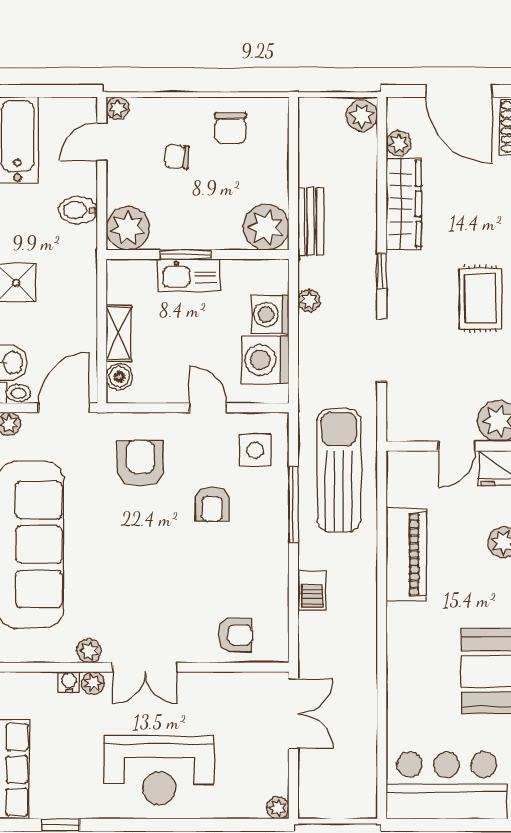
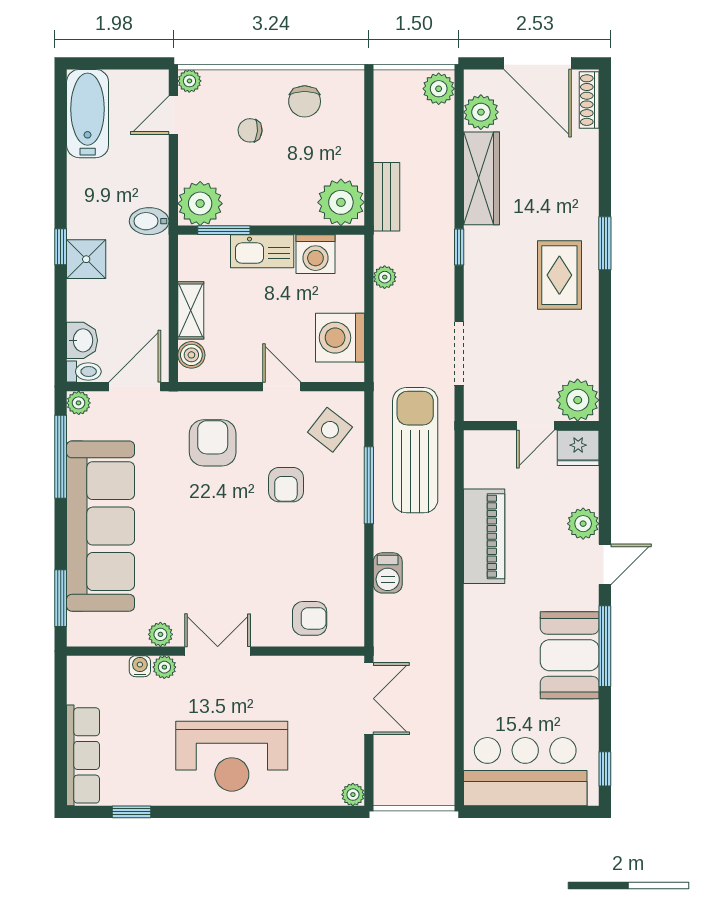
plant: (399, 143) -> (481, 112), width x1.38, depth x1.38
bidet: (78, 210) -> (149, 221), moved
window: (185, 255) -> (224, 230), moved
washing machine: (270, 314) -> (315, 254), moved, turned -90
doorway: (382, 350) -> (459, 354), moved
side table: (255, 450) -> (330, 430), turned 38
double door: (145, 667) -> (218, 651), swing flipped

